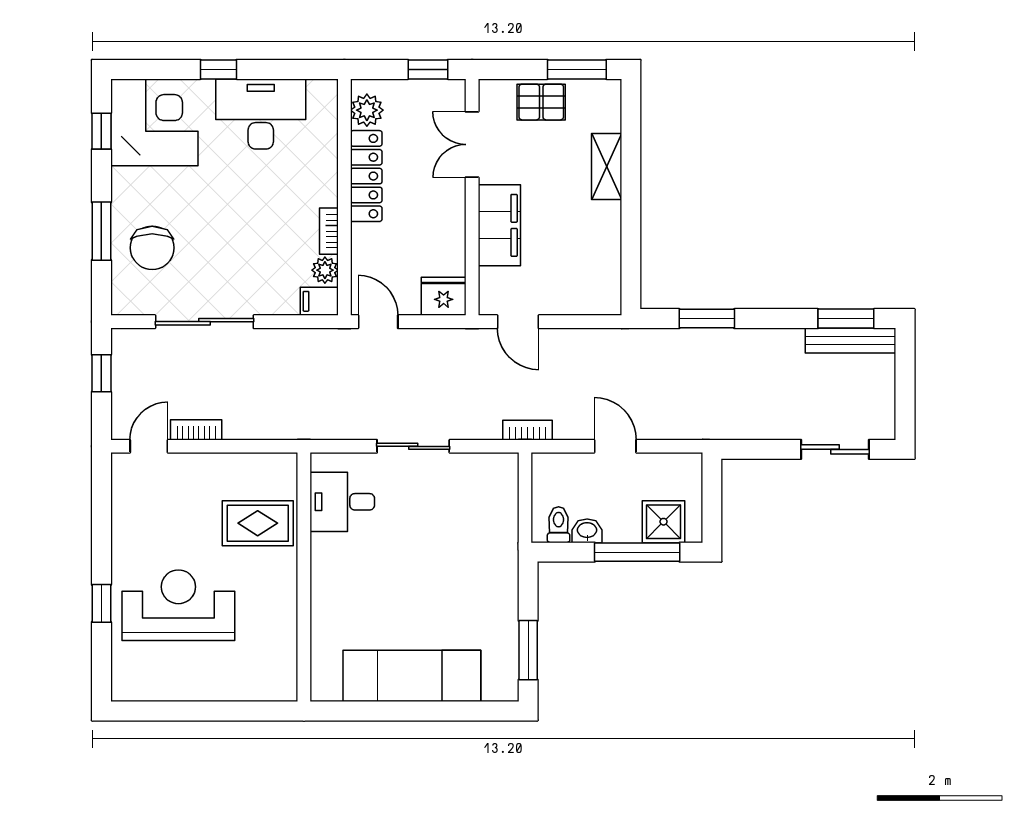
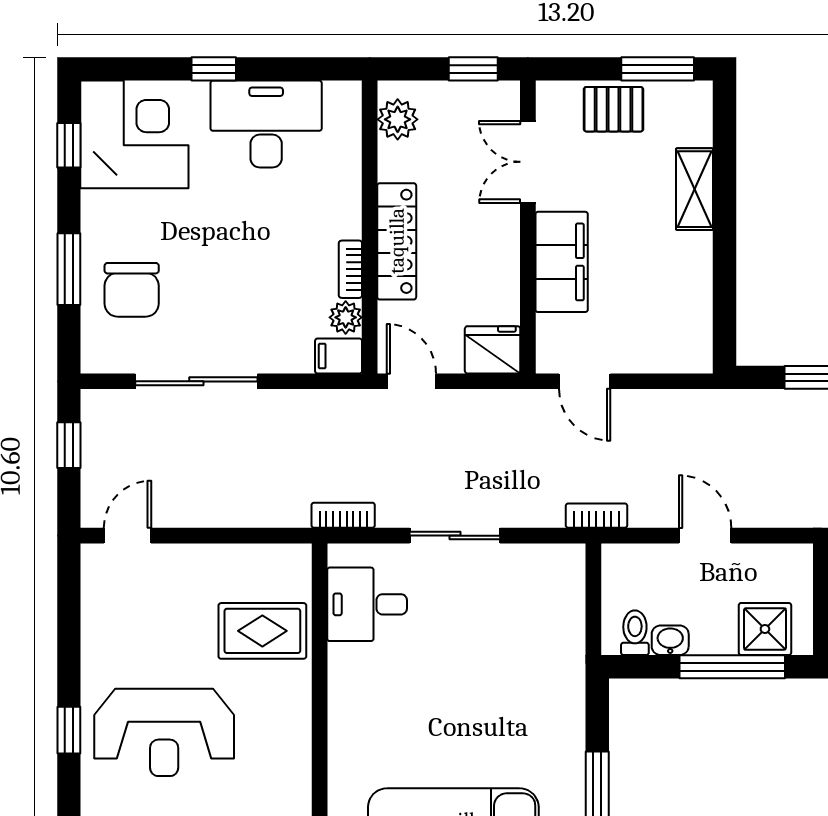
locker: (366, 176) -> (397, 241), moved
bookcase: (196, 430) -> (343, 515), moved
reception desk: (178, 605) -> (164, 732), turned 180

